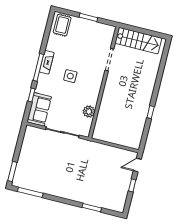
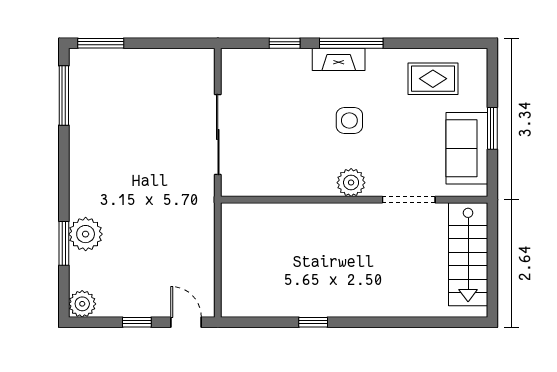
rug: (62, 25) -> (433, 79), moved
fireplace: (47, 62) -> (339, 59), moved
sofa: (39, 109) -> (467, 148), moved, turned 90
plant: (89, 112) -> (351, 183), moved
plant: (90, 198) -> (86, 234), added
plant: (119, 206) -> (82, 304), added

